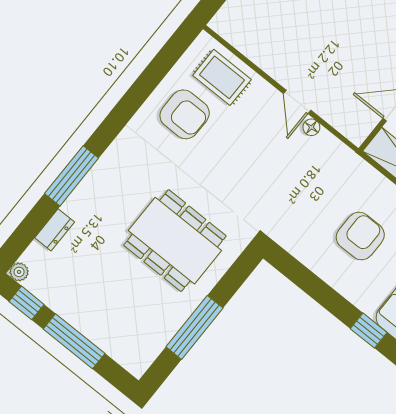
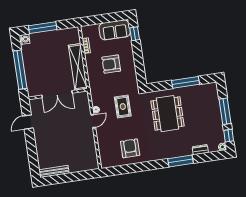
rug: (222, 77) -> (123, 107), moved

